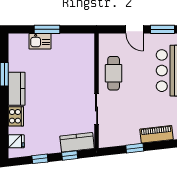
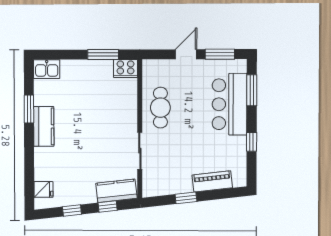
window: (47, 29) -> (103, 55), moved
door: (135, 29) -> (186, 54), swing flipped
kitchen sink: (40, 41) -> (47, 69), moved
cooker: (16, 116) -> (126, 69), moved, turned 90

